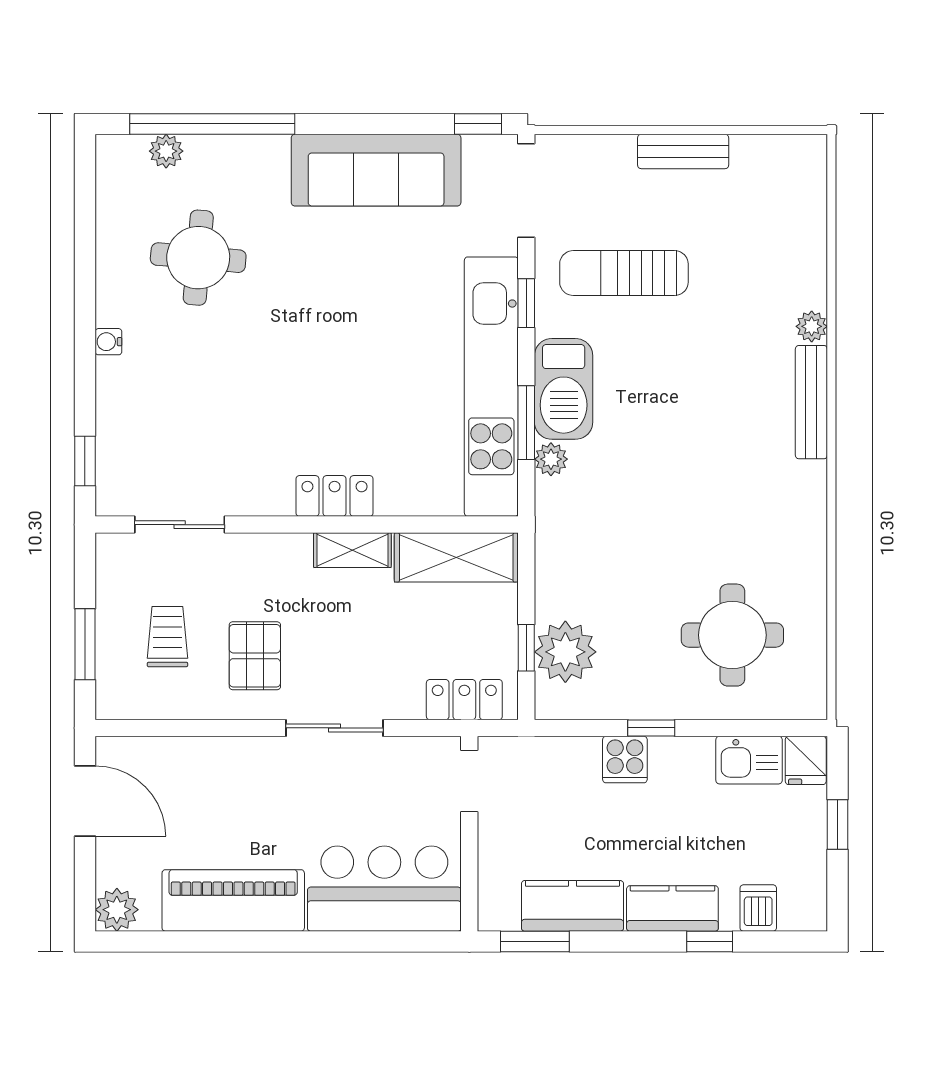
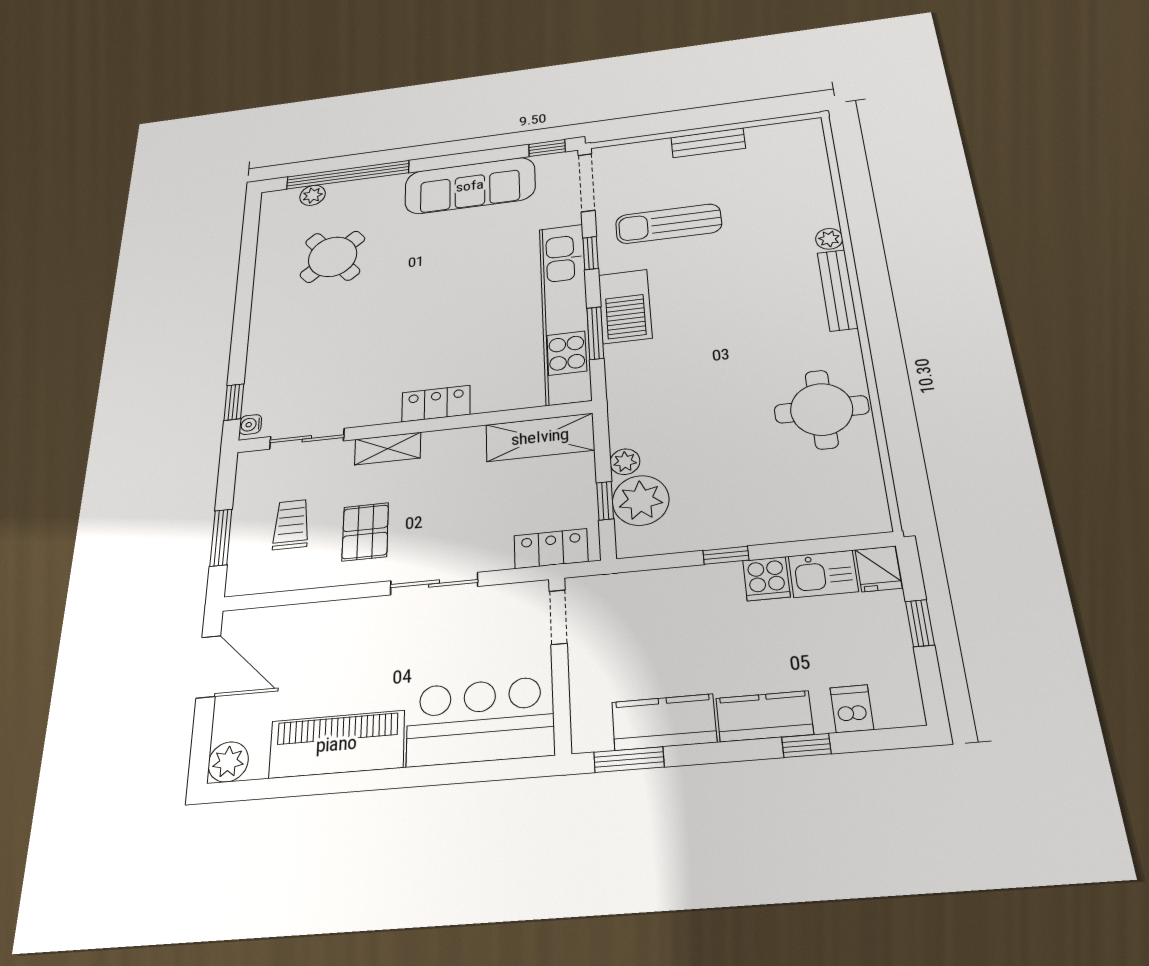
round table: (198, 258) -> (333, 257), turned 45
water cooler: (108, 342) -> (250, 425), moved
plant: (551, 459) -> (625, 462), moved
shelving: (352, 550) -> (388, 449), moved
round table: (732, 635) -> (822, 409), moved
cooker: (625, 760) -> (766, 579), moved

